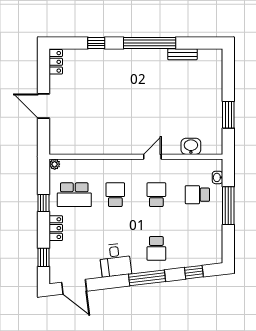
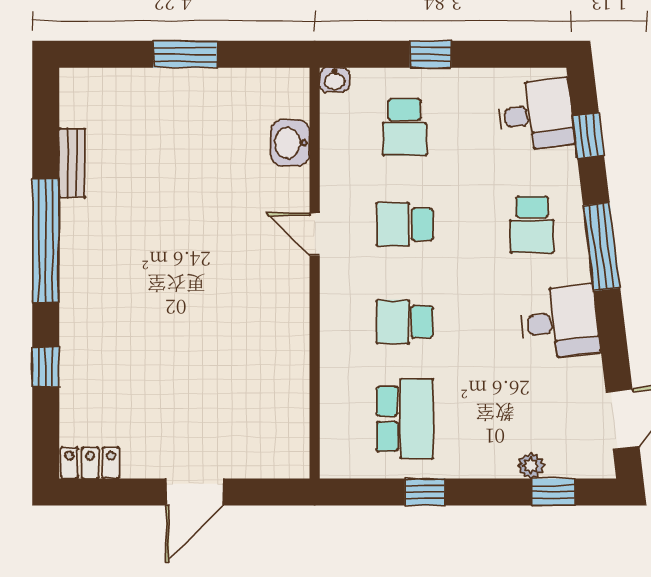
window: (228, 115) -> (185, 54), moved
plant: (55, 164) -> (531, 466), moved
washbasin: (218, 177) -> (335, 80), moved
window: (228, 206) -> (431, 54), width x0.46
locker: (56, 228) -> (484, 463), removed
school desk: (156, 248) -> (532, 225), turned 90
desk: (203, 250) -> (536, 115), added

